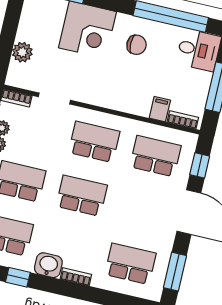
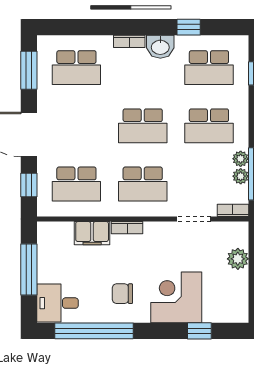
filing cabinet: (160, 109) -> (92, 233), width x2.00
bookcase: (183, 120) -> (127, 228), moved

